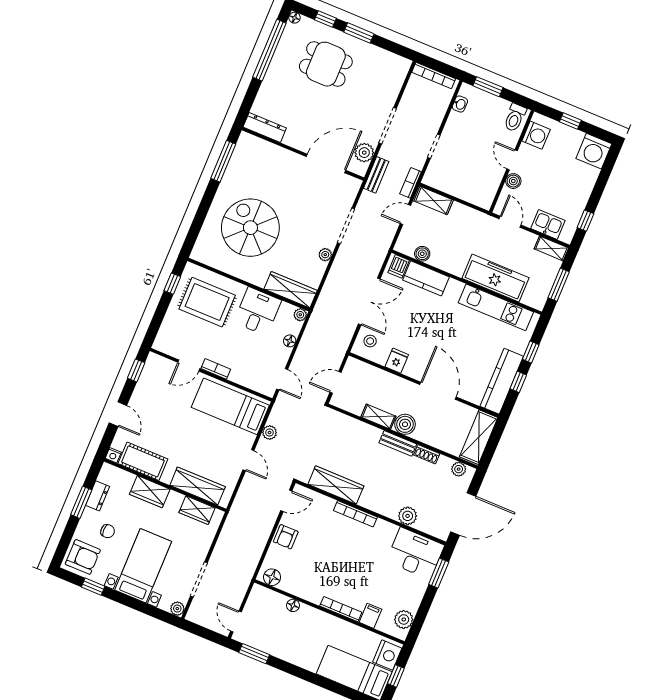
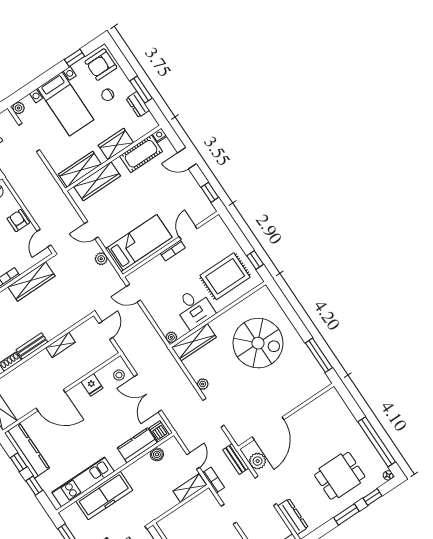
dresser: (265, 127) -> (293, 517), moved, turned -90
floor lamp: (290, 341) -> (158, 317), removed
boiler: (405, 424) -> (42, 360), removed
wardrobe: (197, 510) -> (80, 169), width x1.50

